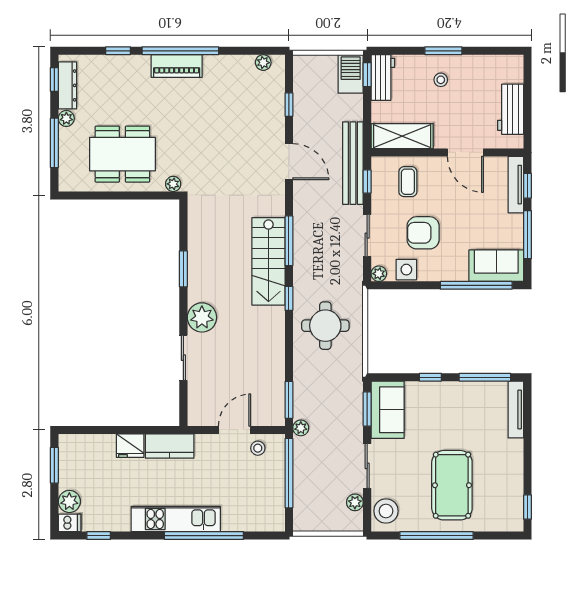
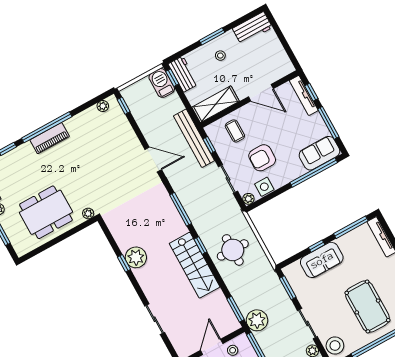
window: (289, 105) -> (124, 106), moved
workbench: (511, 109) -> (252, 28), moved, turned -90
stairs: (269, 261) -> (195, 265), moved
window: (183, 269) -> (124, 263), width x0.67
plant: (202, 317) -> (136, 257), moved
sofa: (388, 410) -> (322, 260), moved, turned 90
plant: (301, 428) -> (257, 320), width x1.88, depth x1.88

